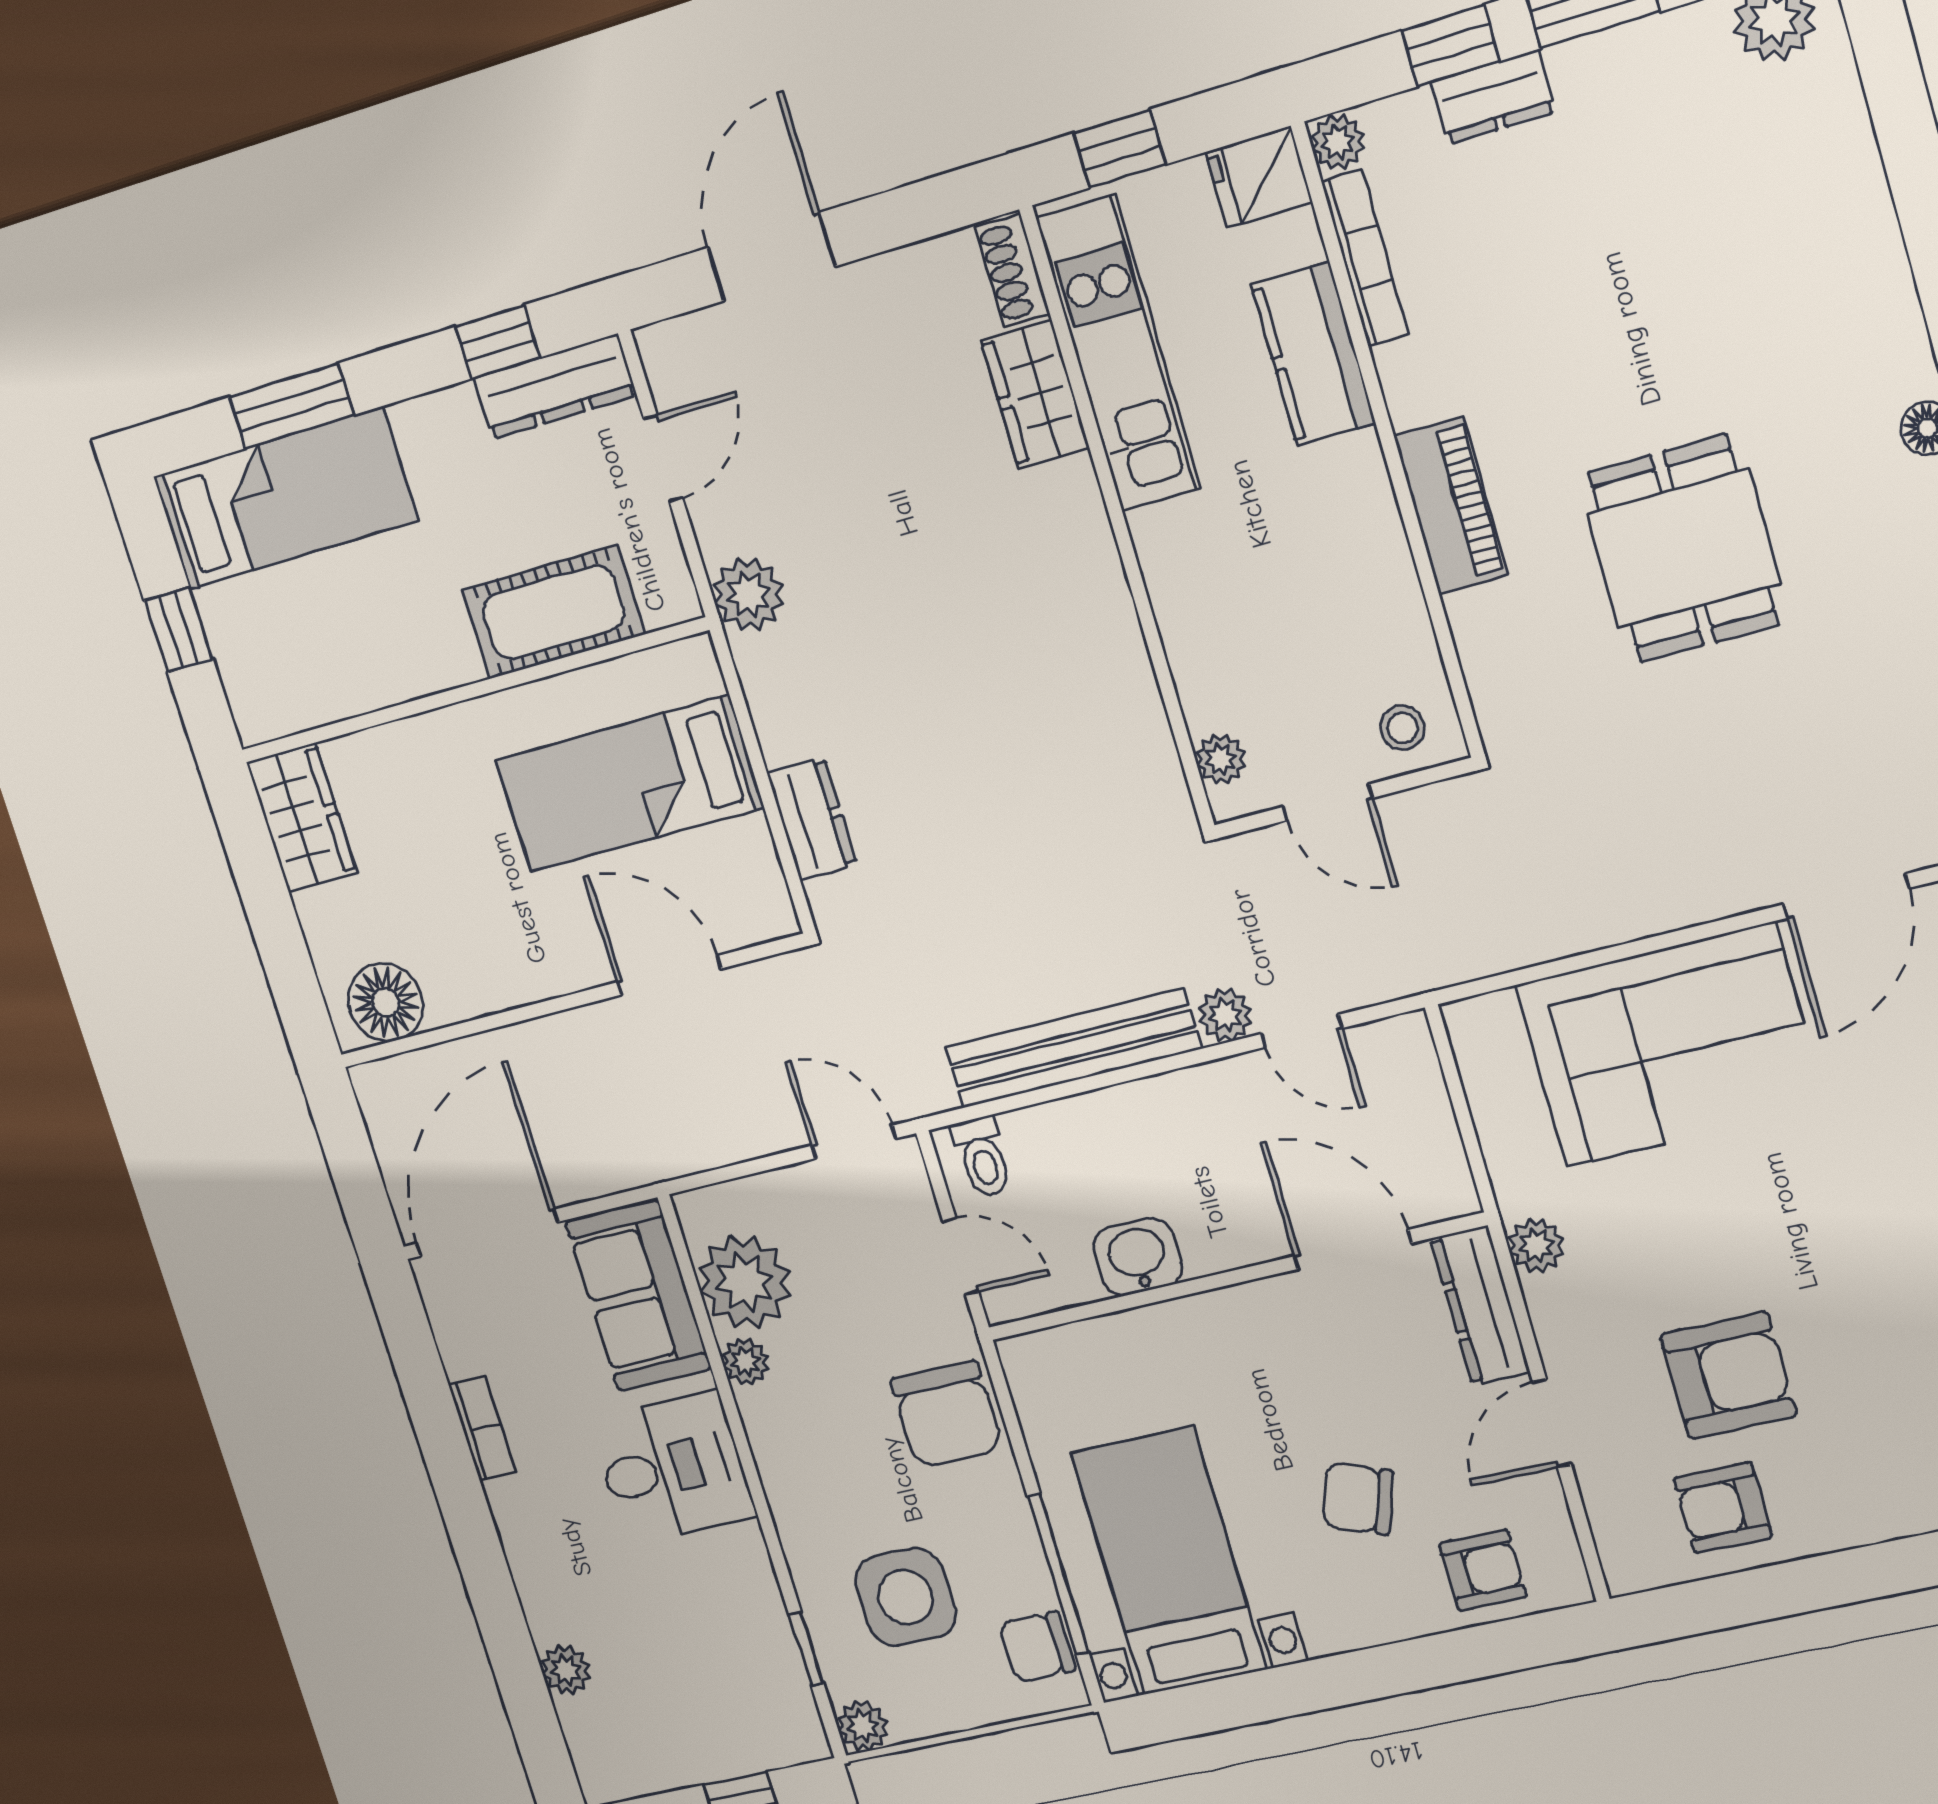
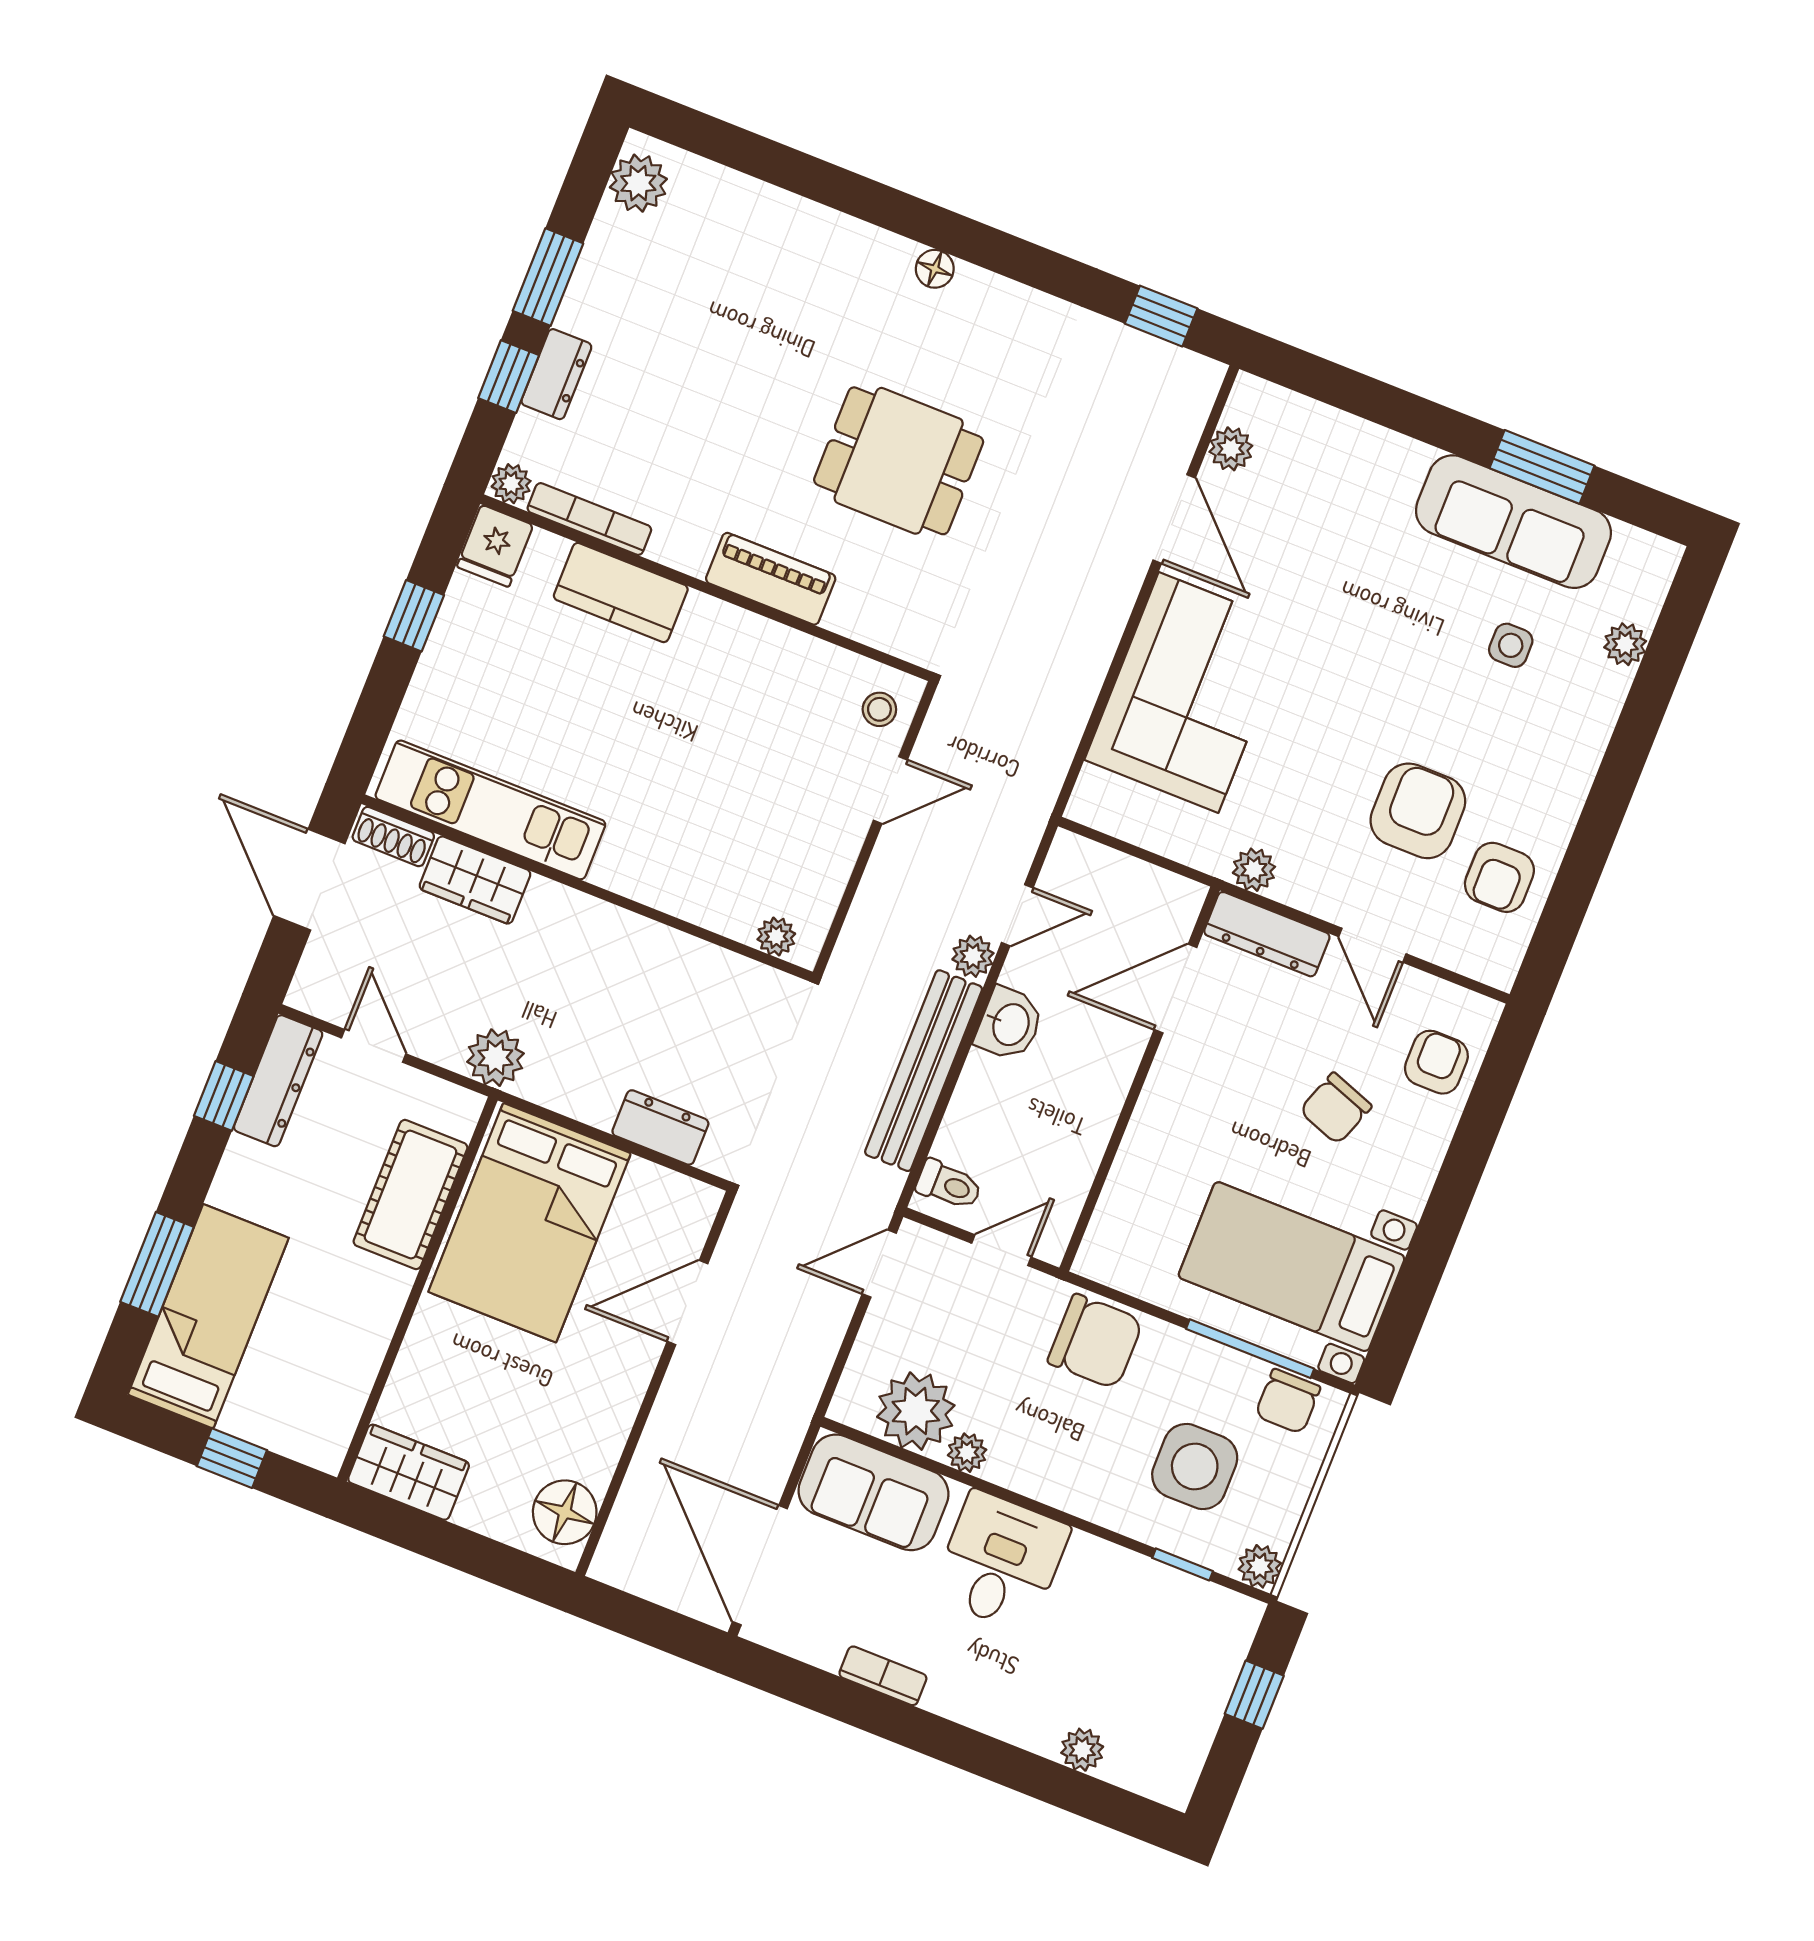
shoe rack: (1012, 271) -> (393, 837), moved
kitchen unit: (1118, 353) -> (490, 810), moved
wardrobe: (1035, 394) -> (475, 880), moved
wall: (1118, 520) -> (587, 888), moved
plant: (1221, 759) -> (776, 937), moved
bed: (629, 784) -> (530, 1223), width x1.50
washbasin: (1138, 1257) -> (1009, 1024), moved, turned 180

